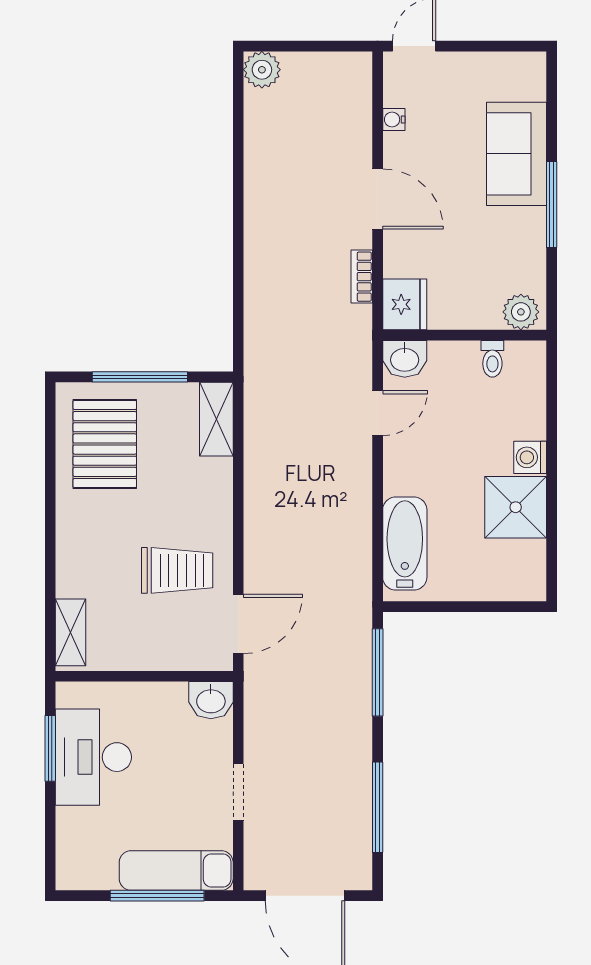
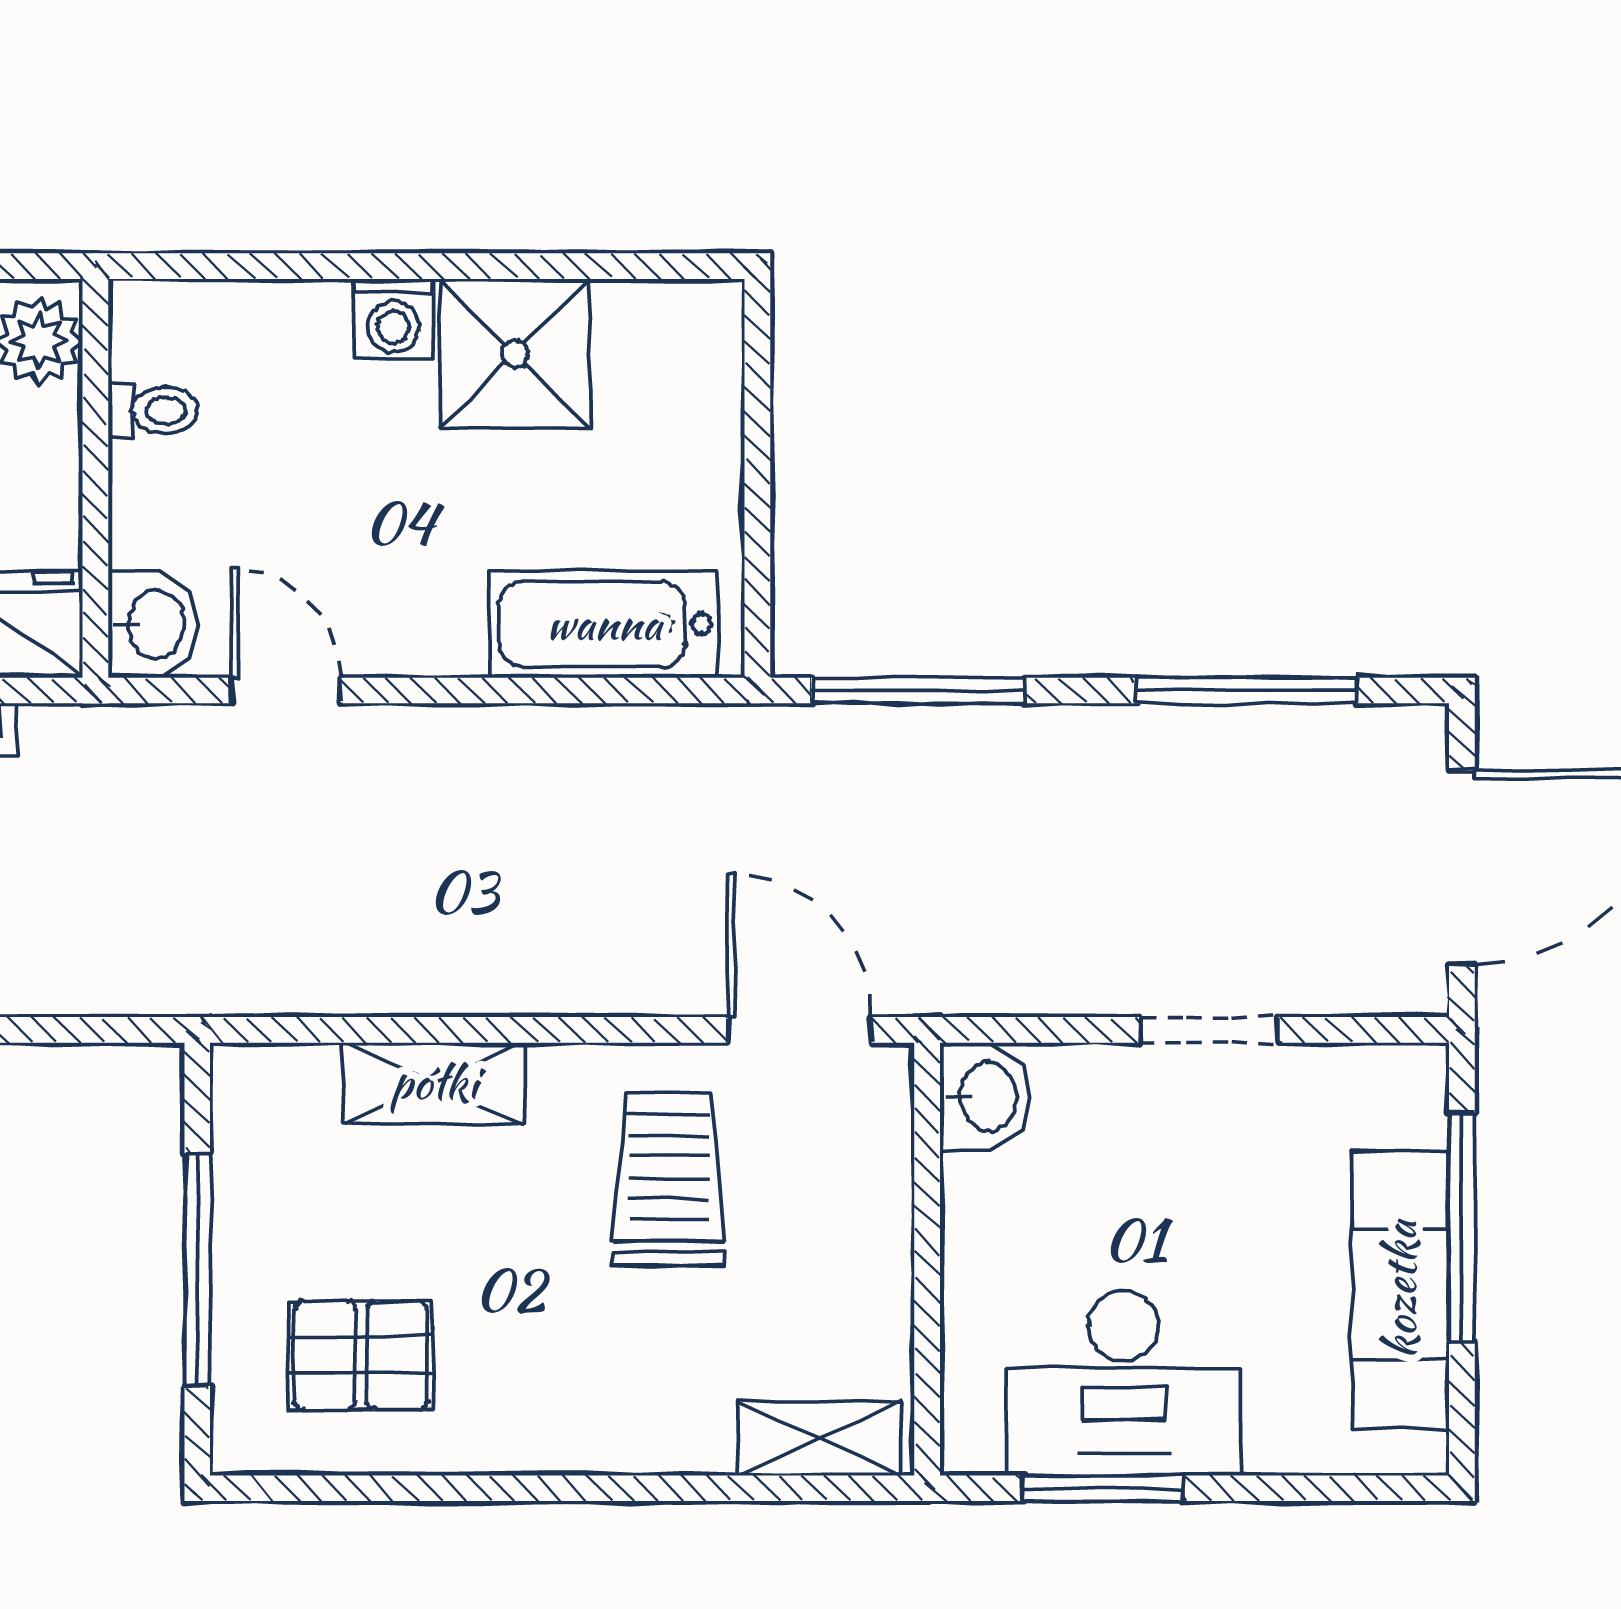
shelving: (216, 419) -> (434, 1083), moved
pallet: (105, 444) -> (361, 1355), width x0.67, depth x0.71
exam couch: (176, 870) -> (1400, 1290), moved

